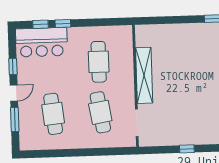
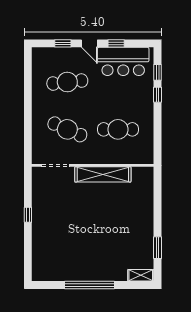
bar counter: (41, 42) -> (123, 61), moved, turned -90
cafe table: (100, 112) -> (67, 129), turned 33
window: (15, 120) -> (63, 43), width x0.67

